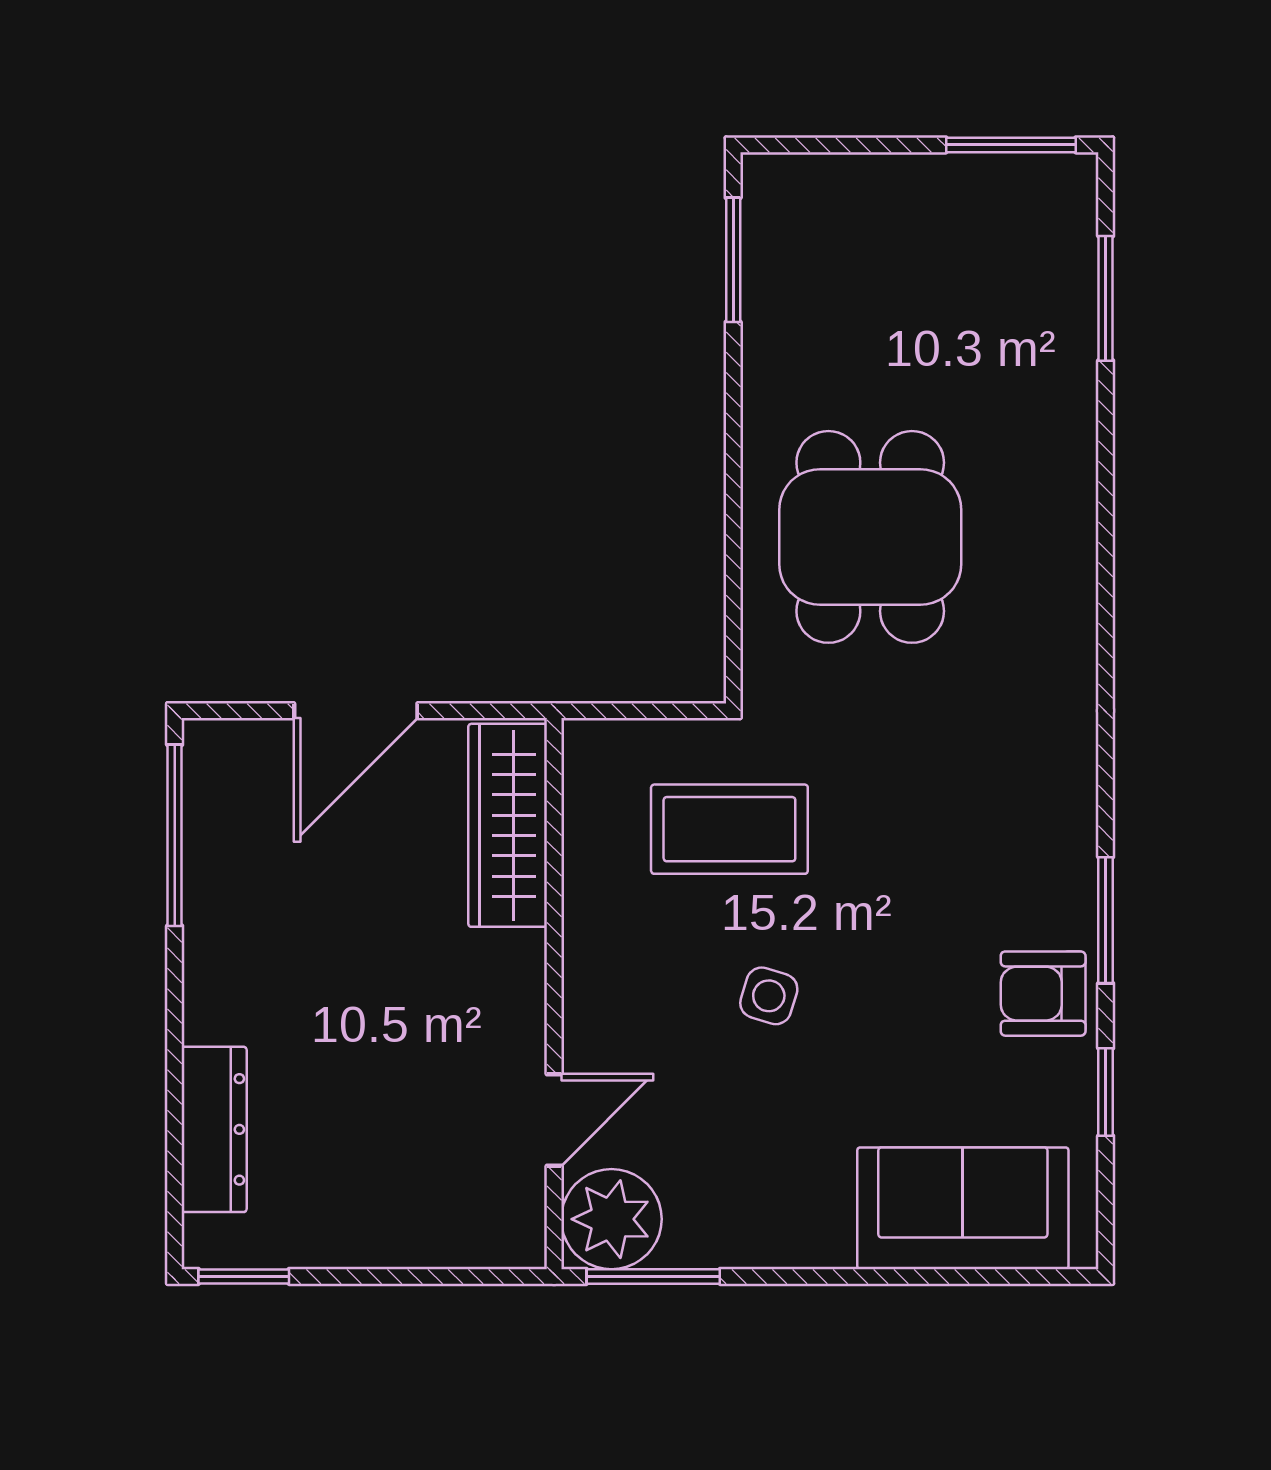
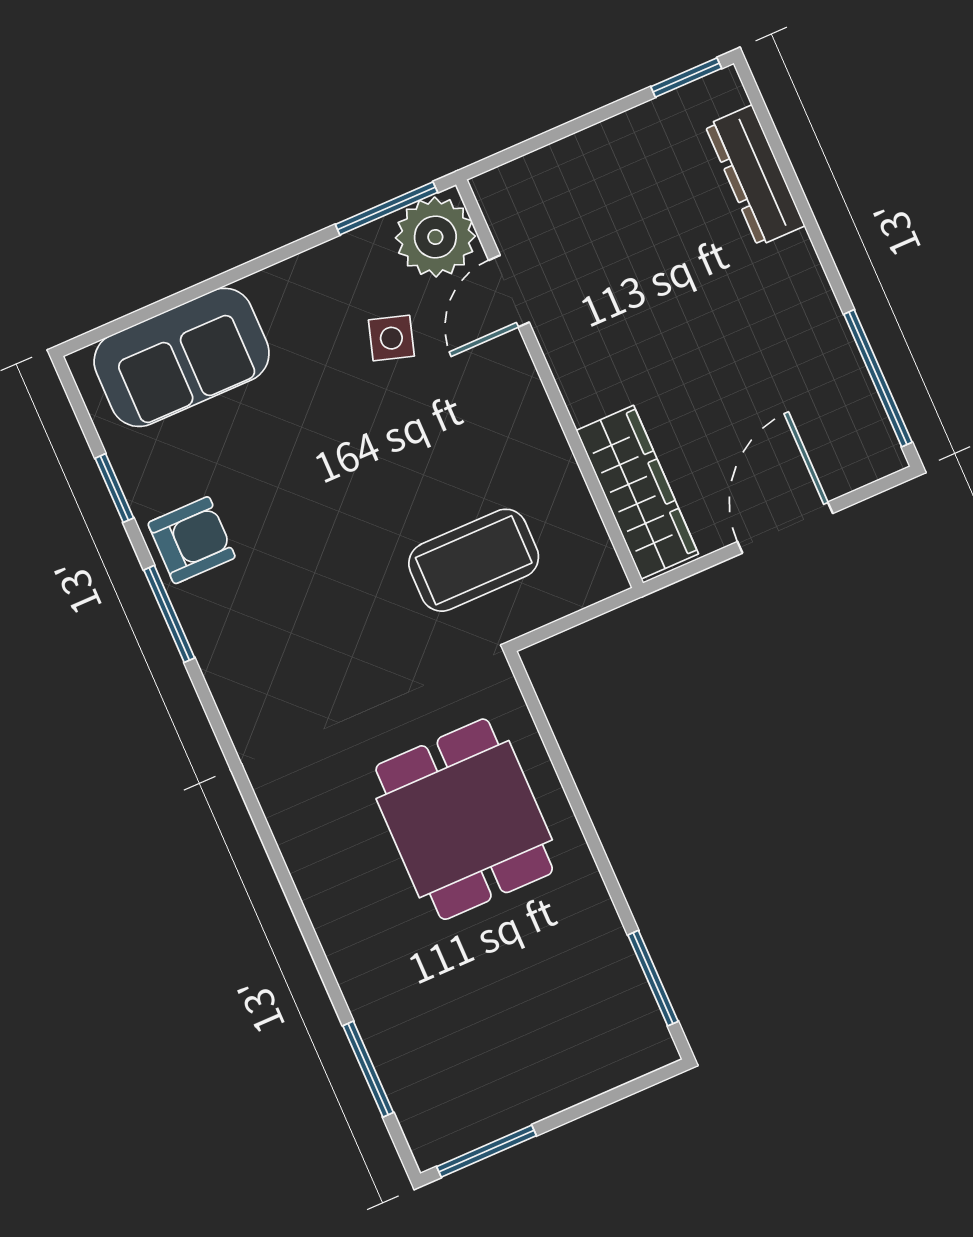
side table: (769, 996) -> (391, 338), moved

